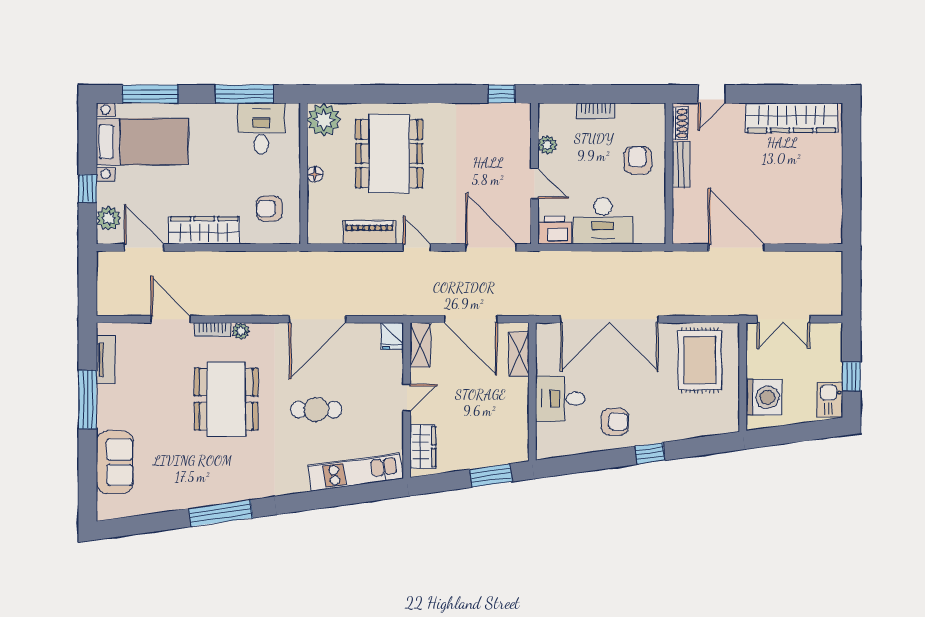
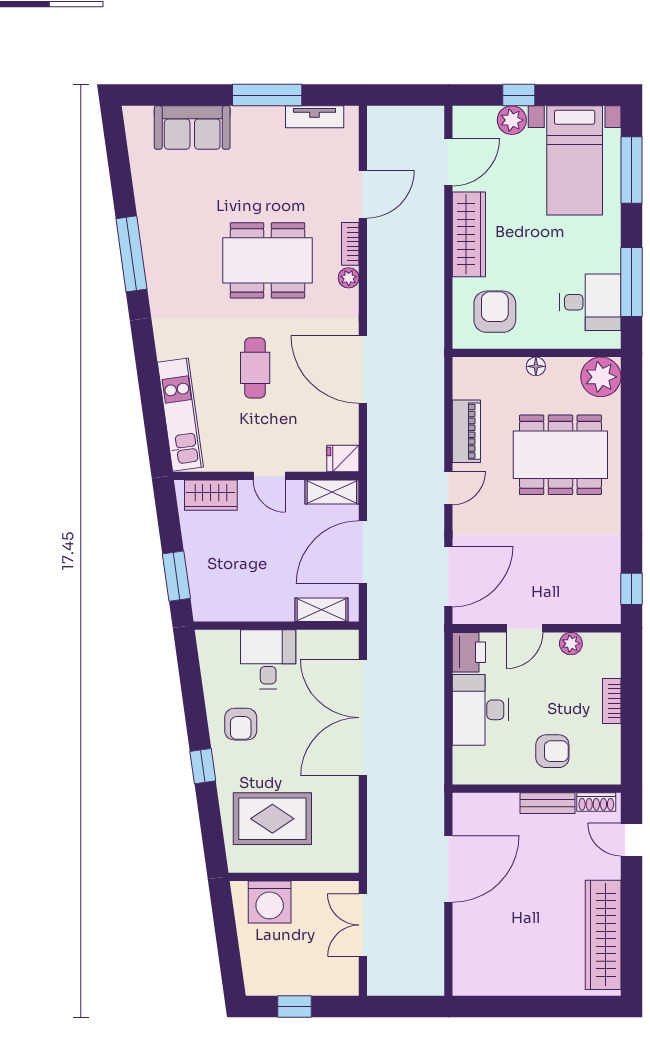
armchair: (269, 209) -> (495, 312), width x1.38, depth x1.38
plant: (109, 218) -> (512, 120), moved
rug: (700, 360) -> (272, 819), moved
kitchen sink: (830, 399) -> (267, 981), removed

